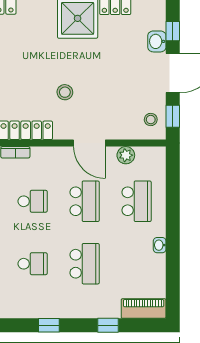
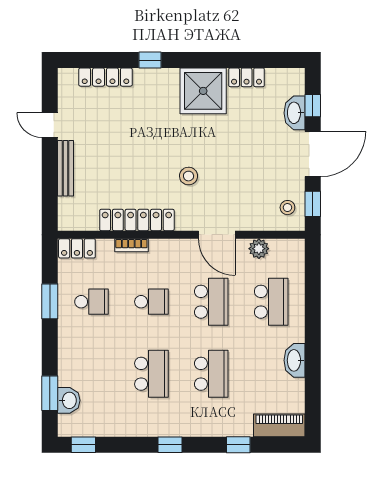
washbasin: (157, 41) -> (295, 113), width x1.38
washbasin: (160, 245) -> (295, 360), width x1.91, depth x1.45
school desk: (33, 264) -> (151, 374), width x1.85

